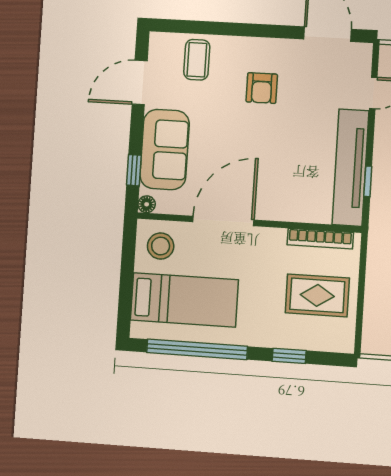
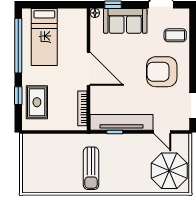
armchair: (262, 88) -> (162, 72), width x1.88, depth x1.88
door: (223, 221) -> (88, 69), moved
stool: (161, 246) -> (73, 22), removed
rug: (317, 295) -> (37, 102), moved

